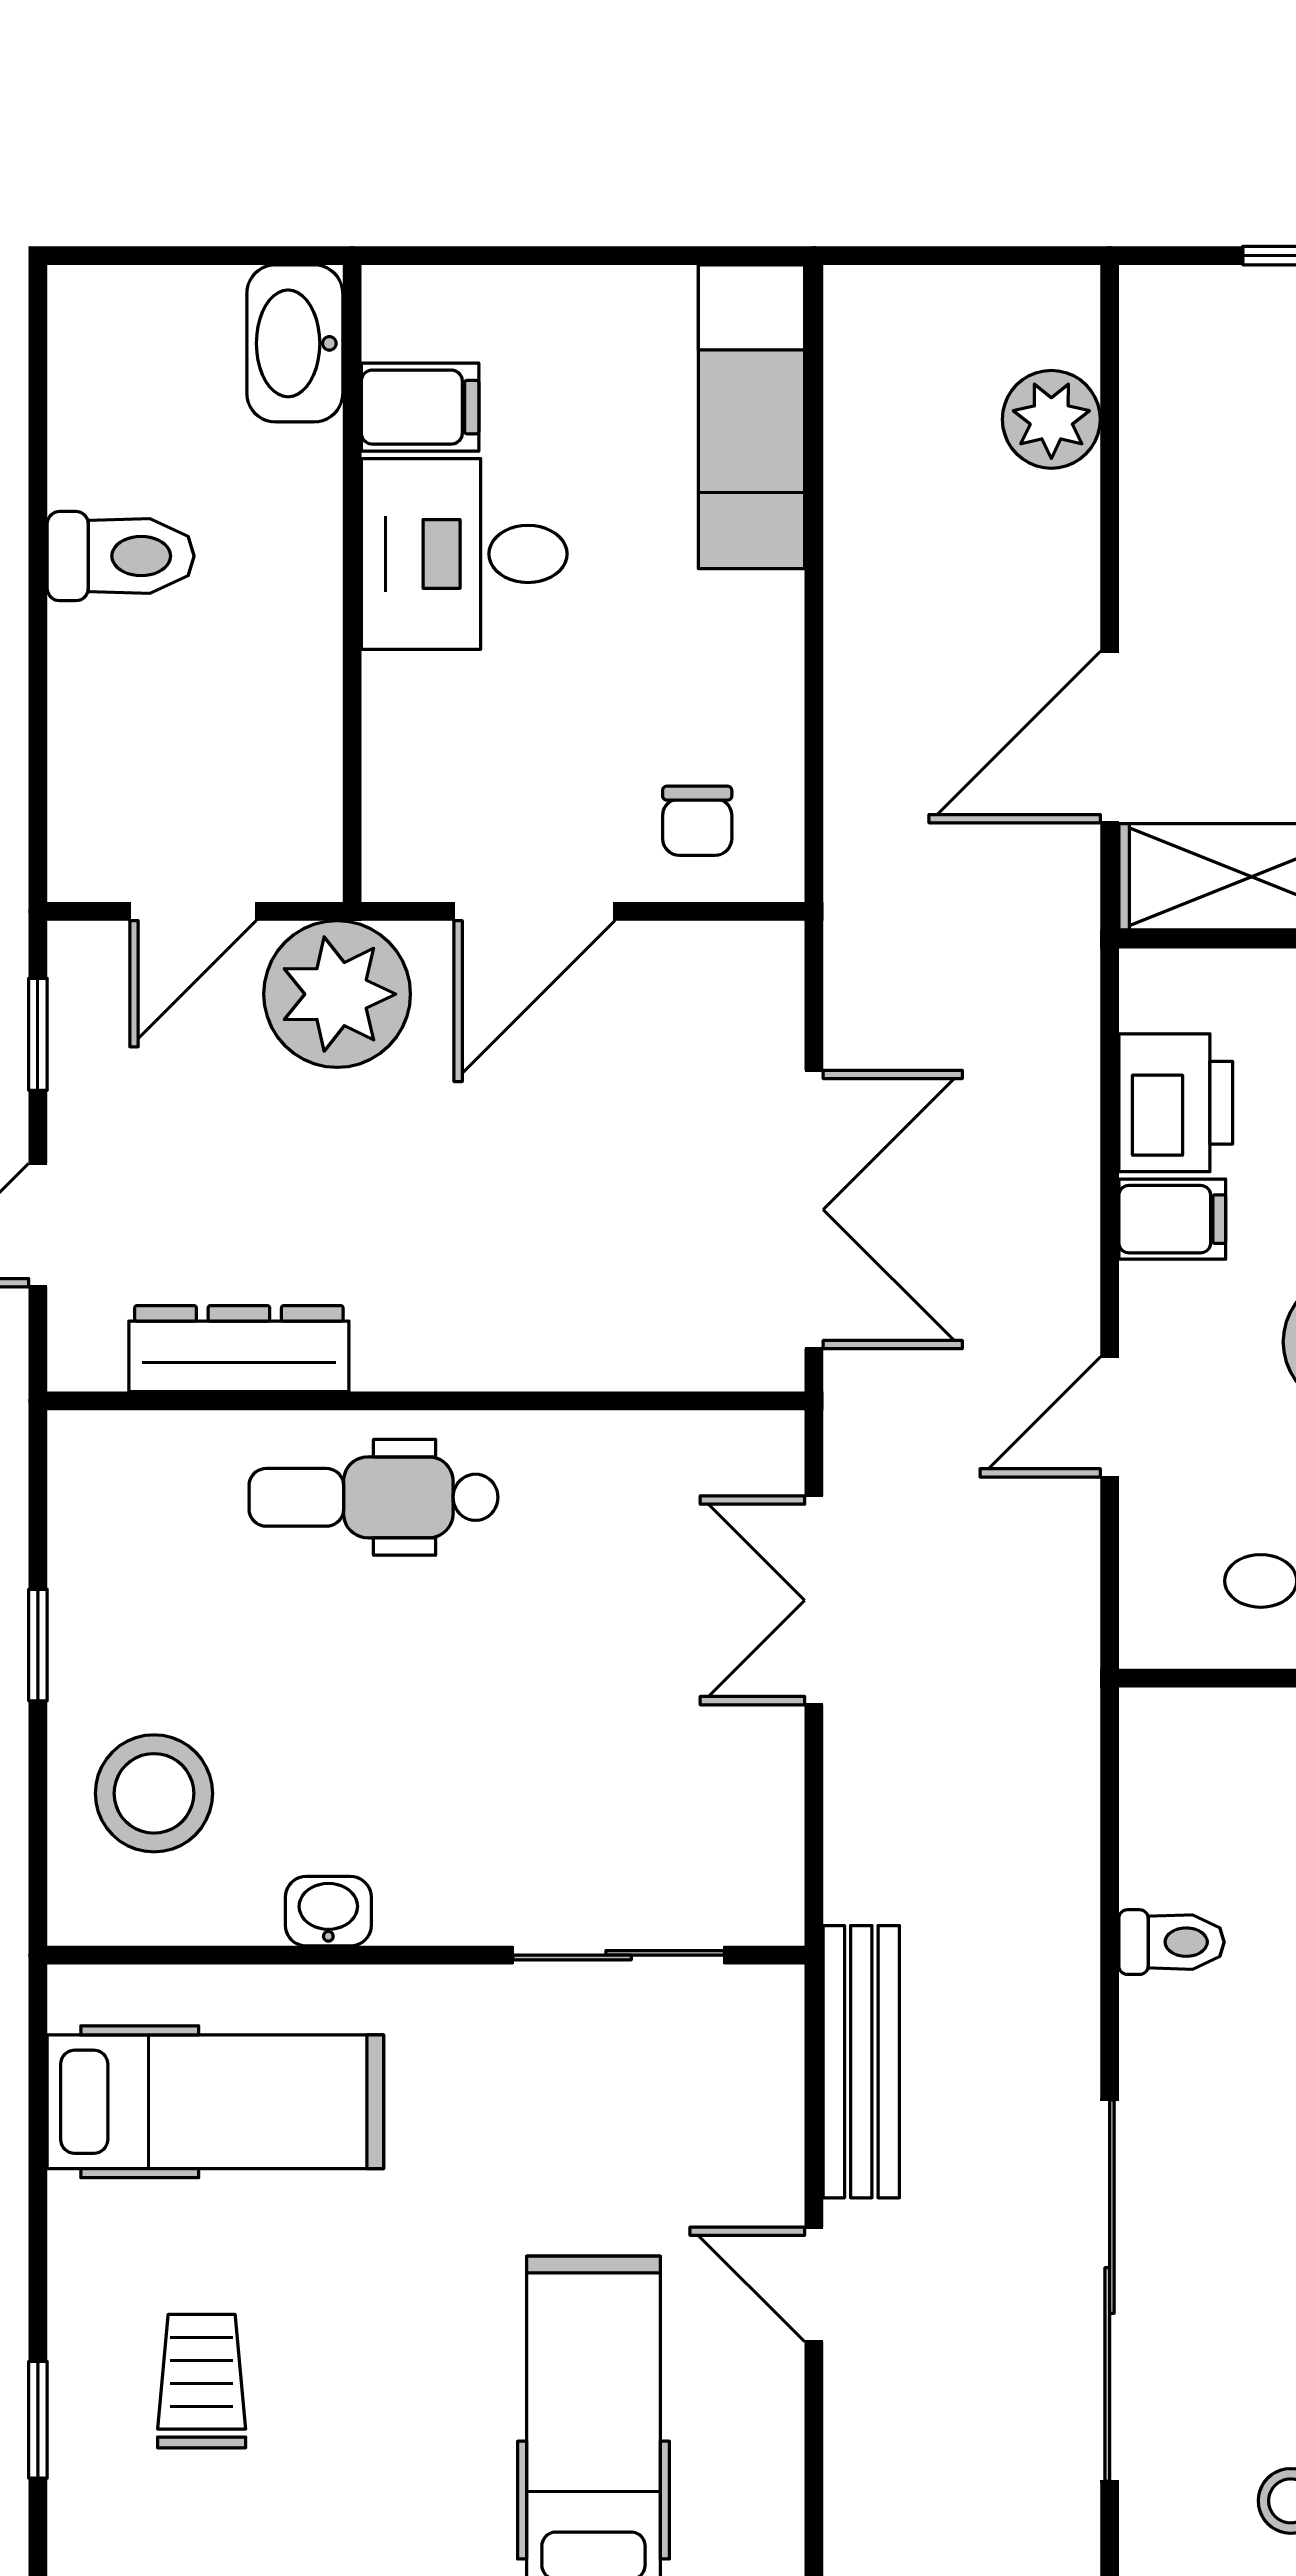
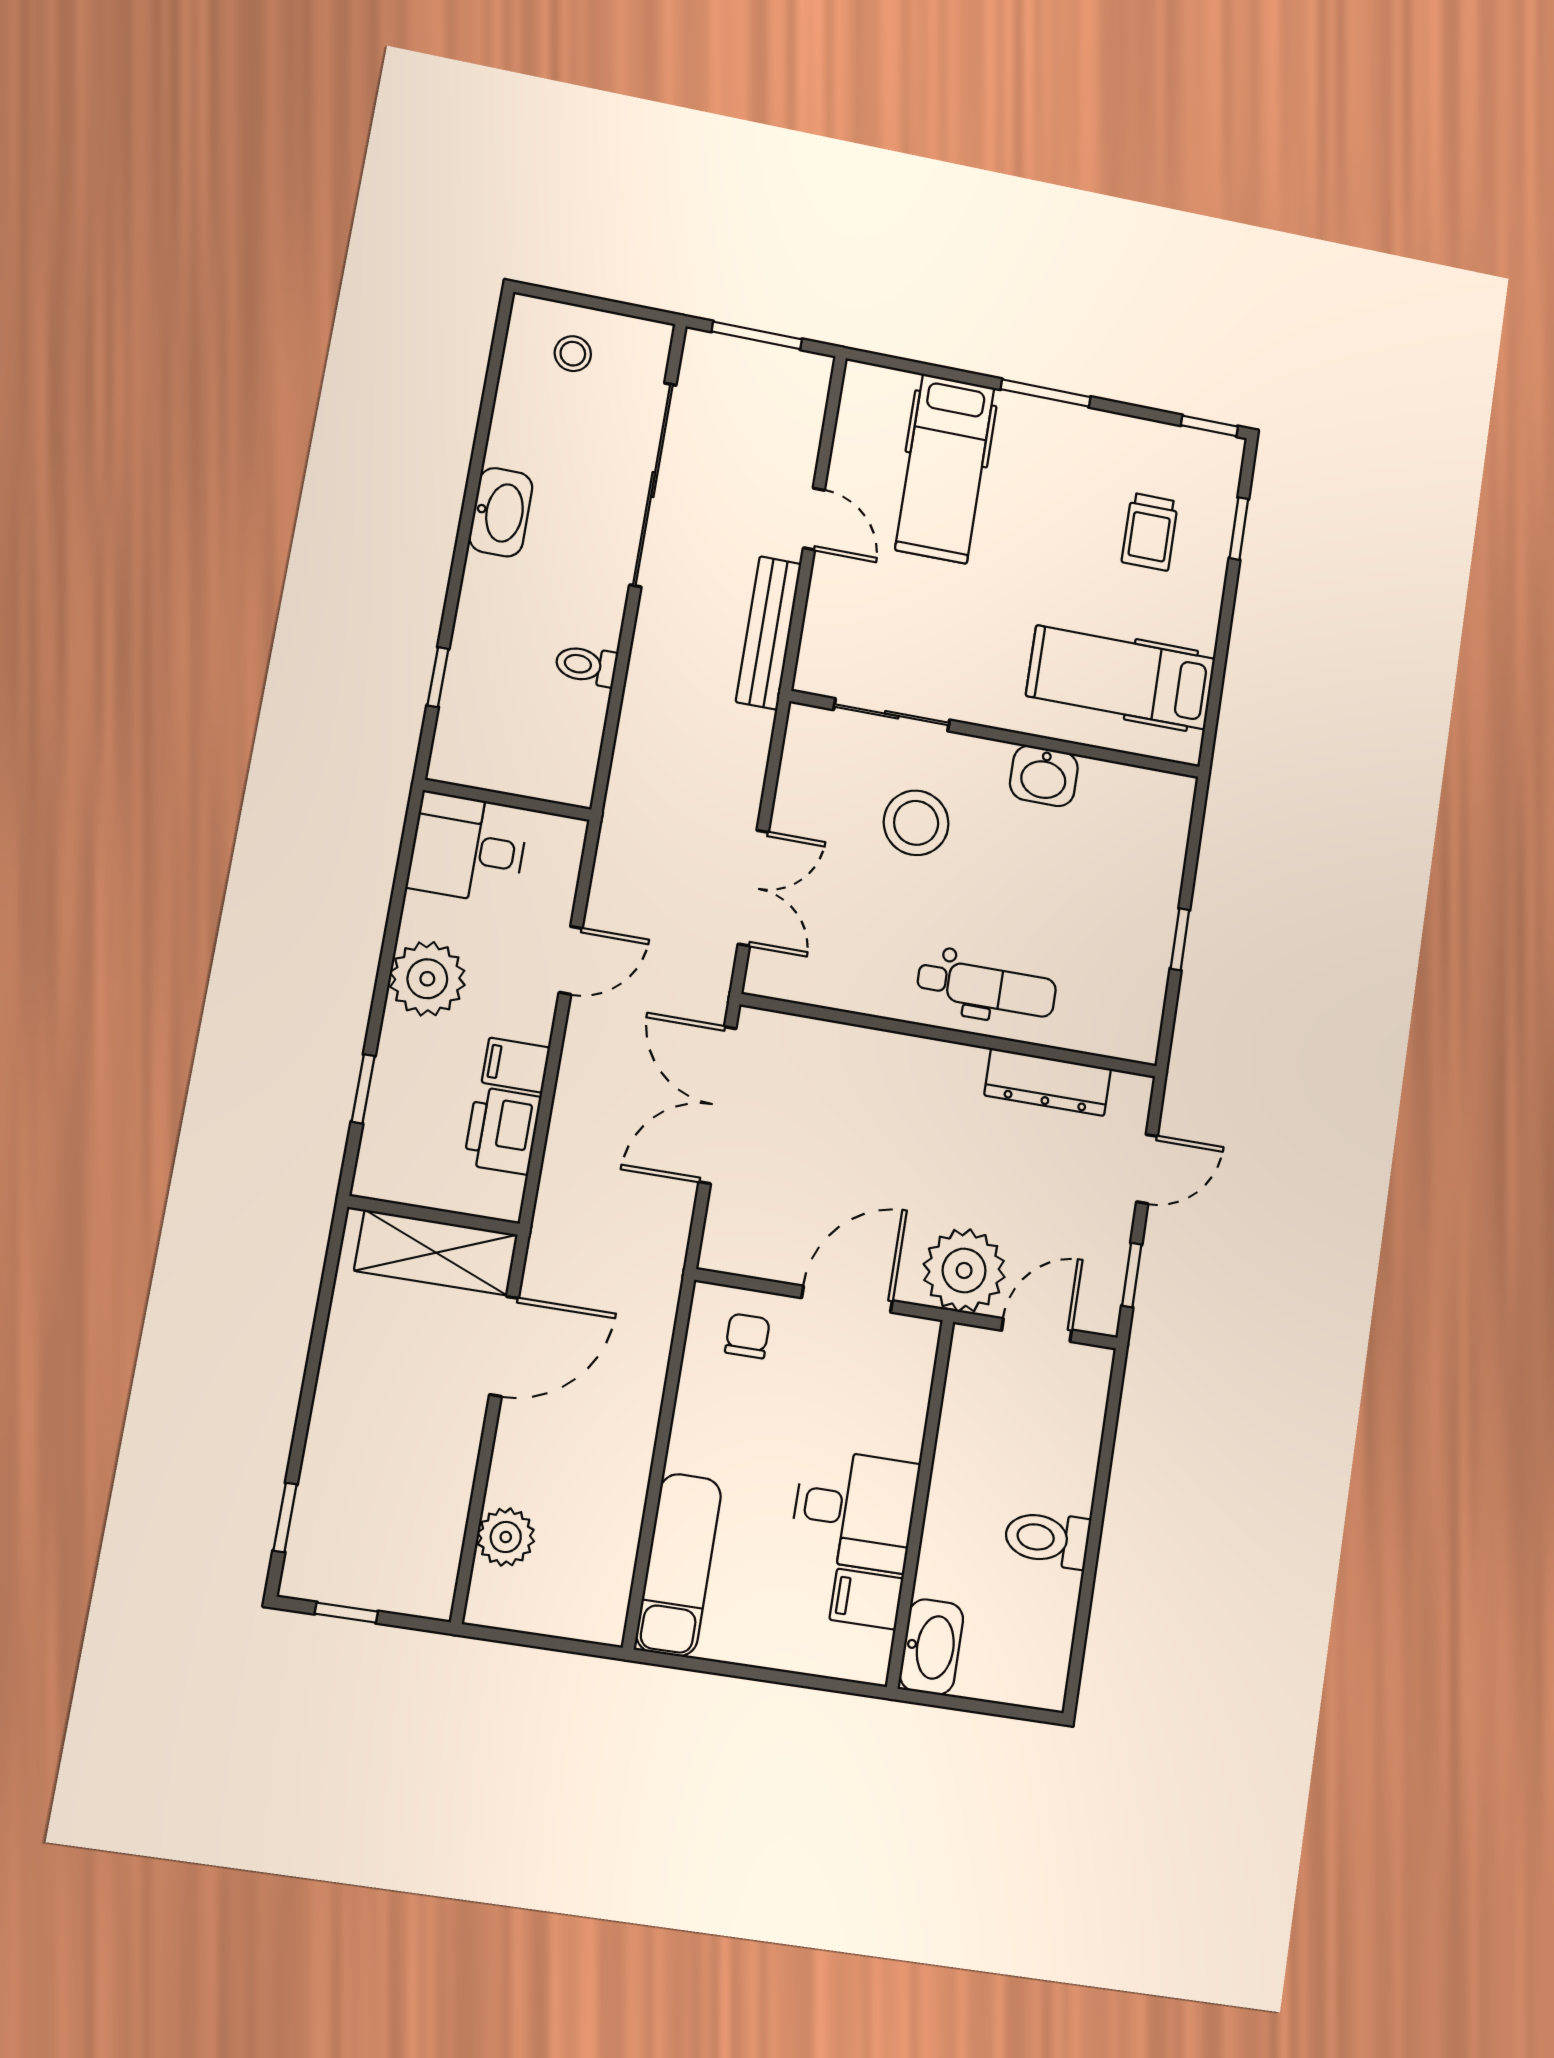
stool: (154, 1793) -> (916, 823), moved
washbasin: (328, 1911) -> (1044, 776), width x1.38, depth x1.45

